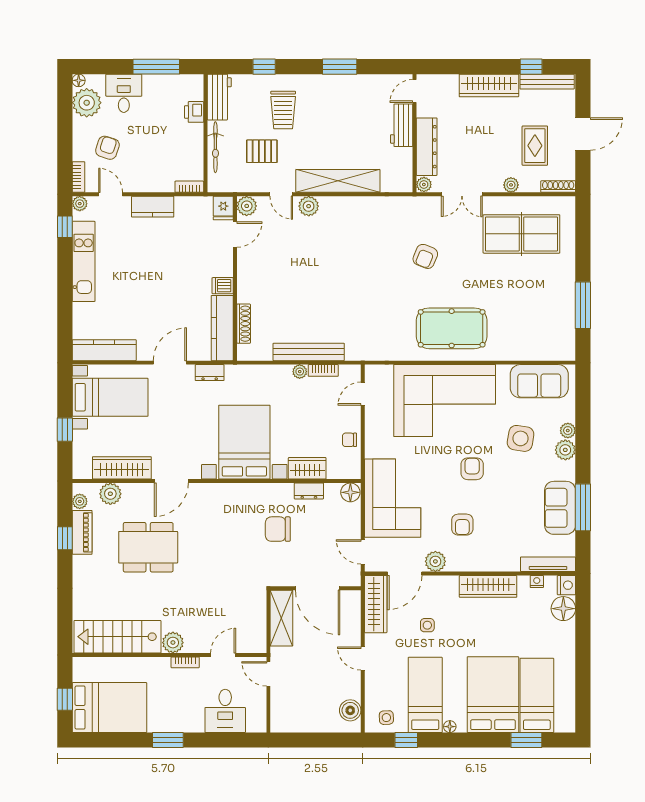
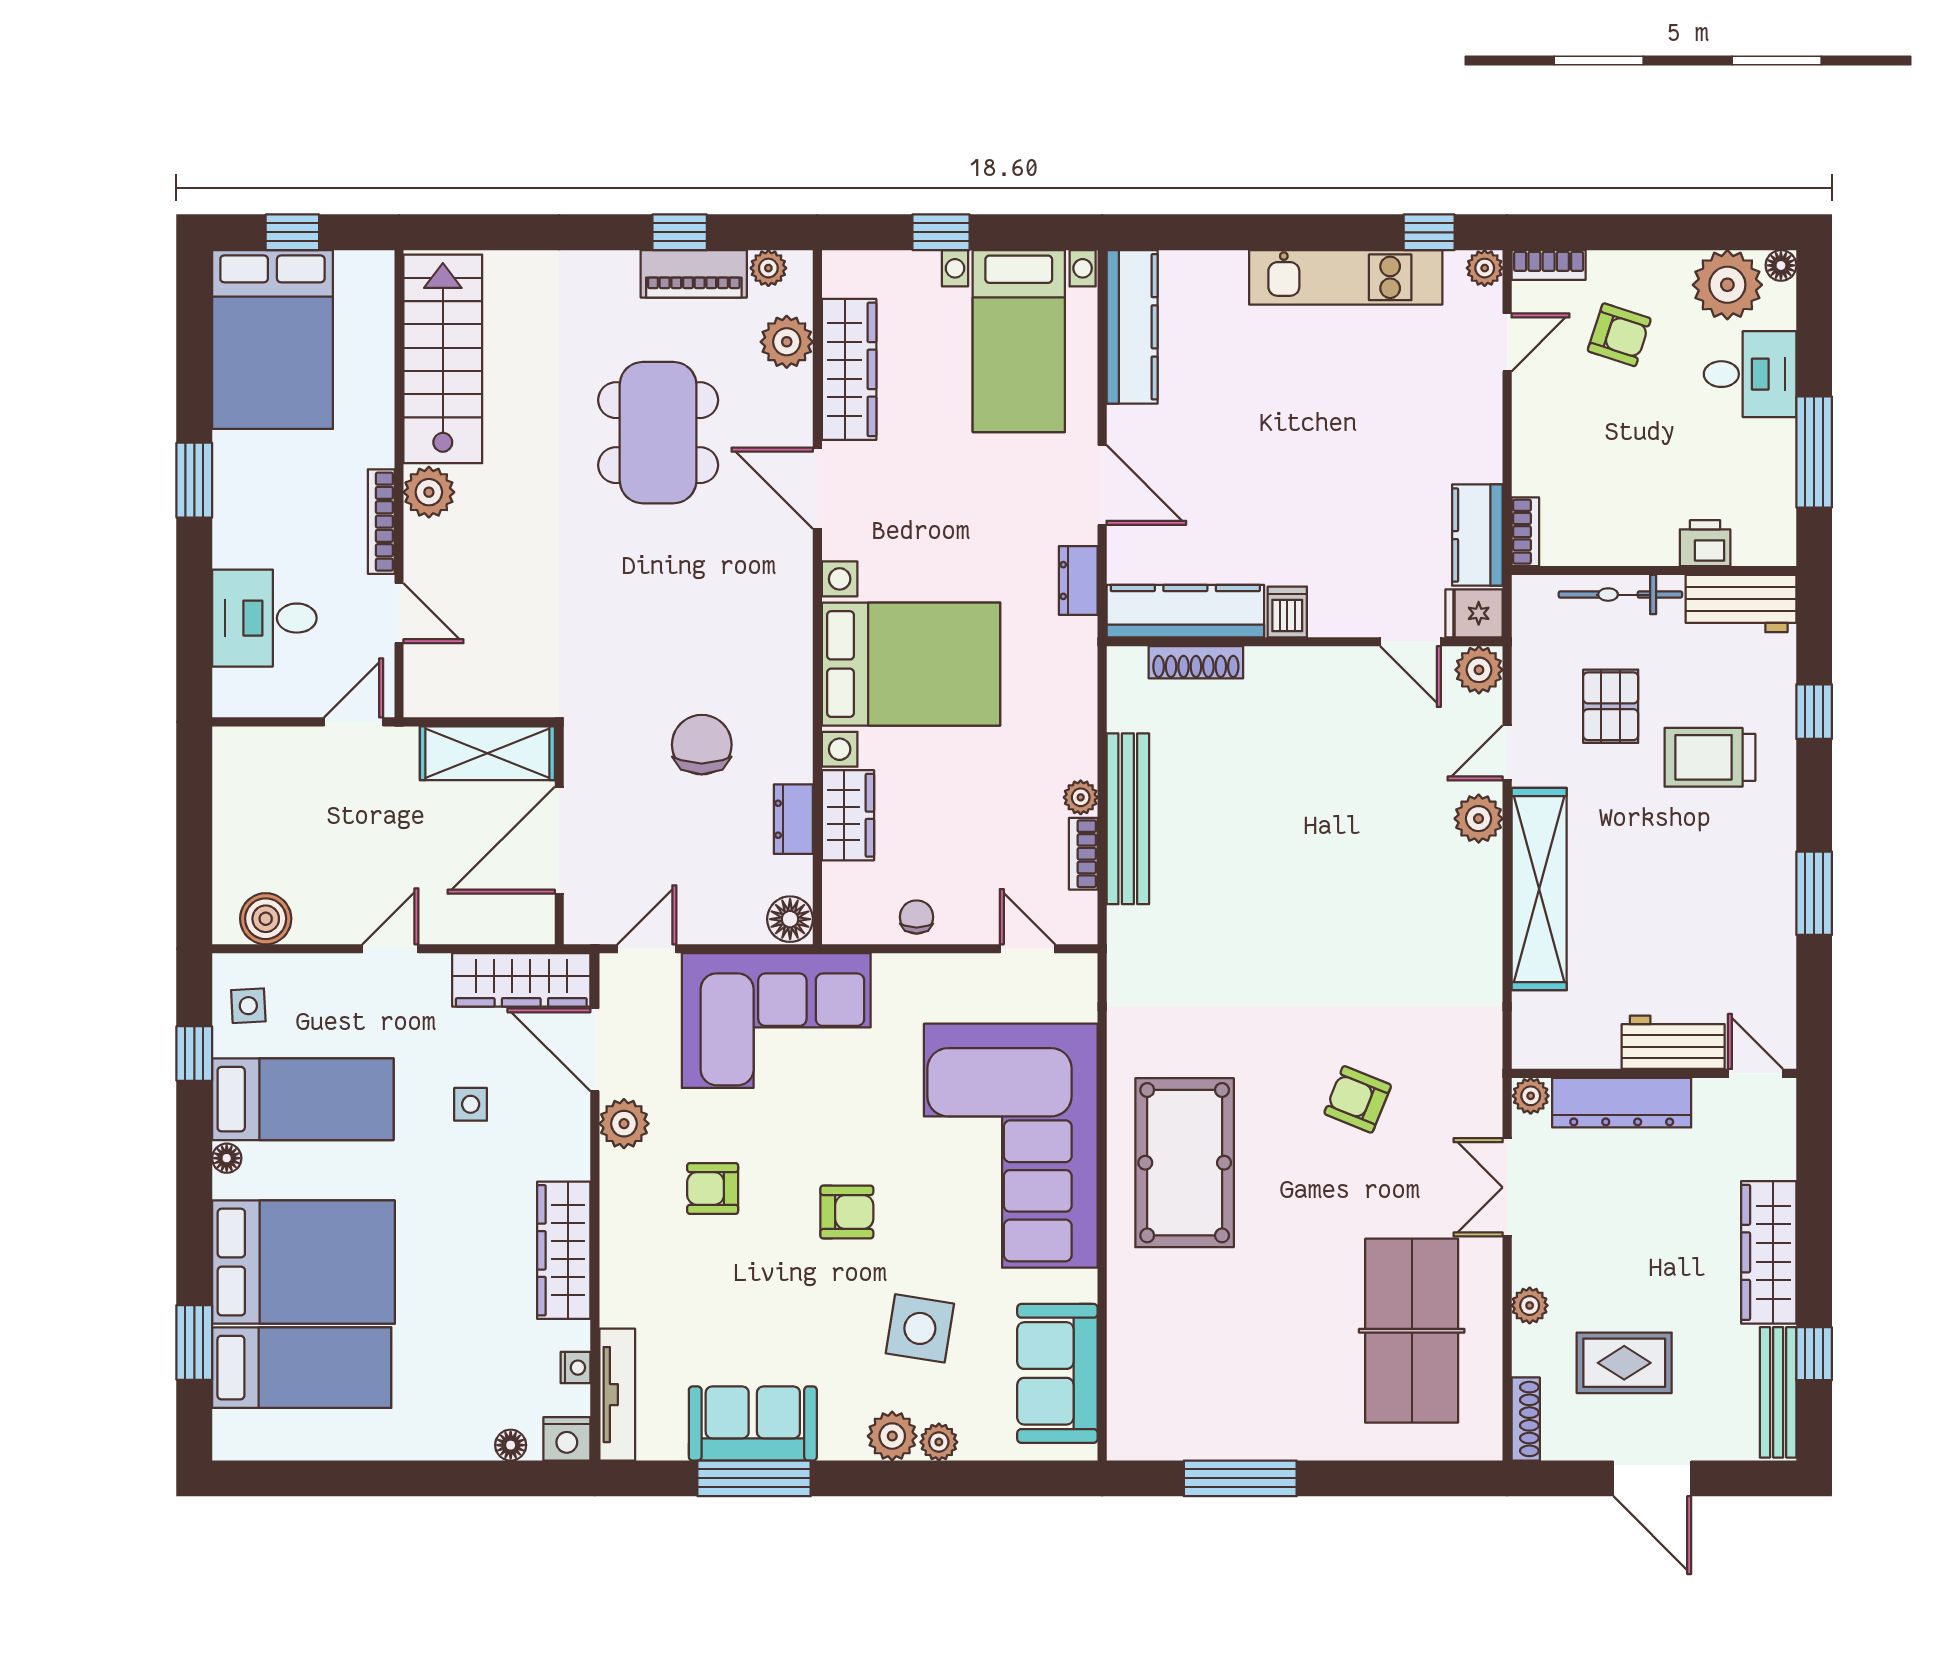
kitchen counter: (153, 207) -> (1477, 535), moved
floor lamp: (563, 609) -> (511, 1445), width x0.53, depth x0.53
bookcase: (185, 662) -> (381, 522), width x1.56

